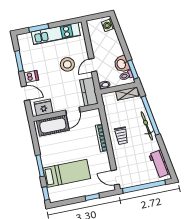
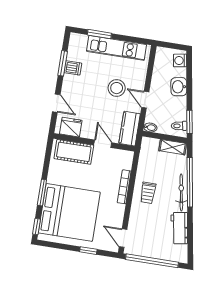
washbasin: (122, 64) -> (179, 87), moved
door: (93, 65) -> (145, 100), hinge flipped
dishwasher: (31, 77) -> (73, 68), moved
door: (73, 111) -> (103, 144), swing flipped
workbench: (159, 164) -> (179, 228), moved
bed: (67, 173) -> (69, 212), width x2.04

